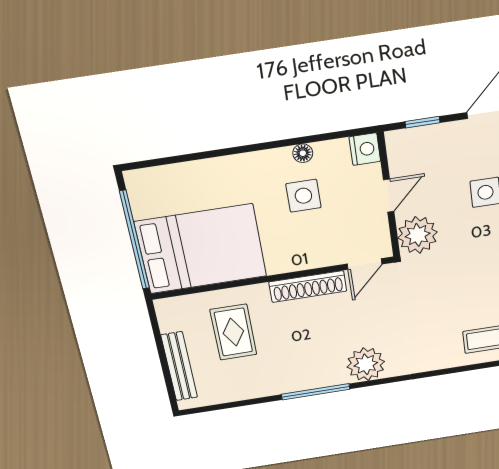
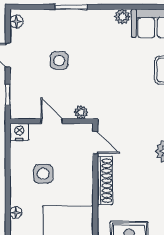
floor lamp: (303, 153) -> (16, 213), moved
plant: (418, 235) -> (81, 112), width x0.53, depth x0.53

